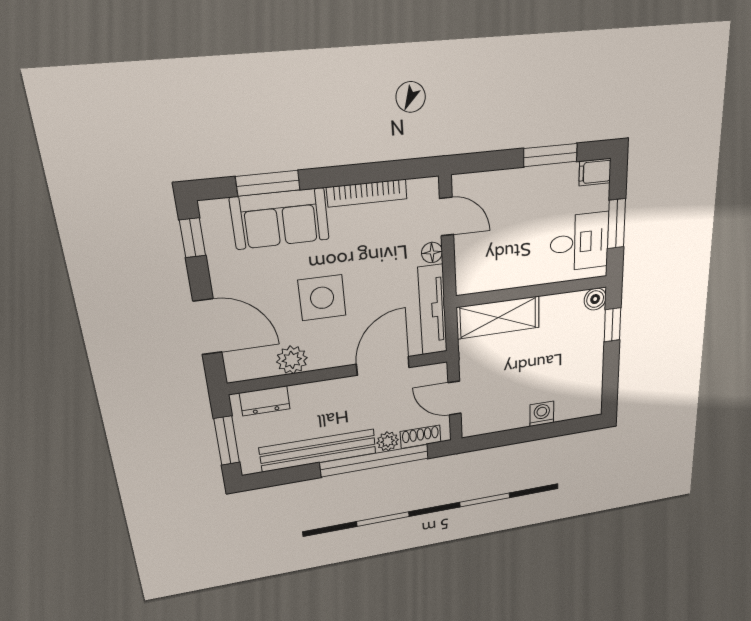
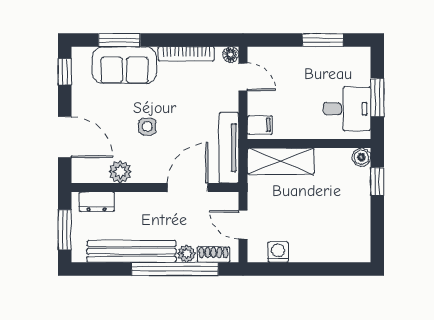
filing cabinet: (595, 172) -> (260, 125), moved, turned 180
floor lamp: (432, 253) -> (231, 55), moved
side table: (322, 298) -> (147, 127), width x0.54, depth x0.54
washing machine: (542, 414) -> (278, 252), moved

